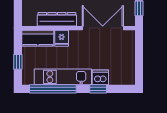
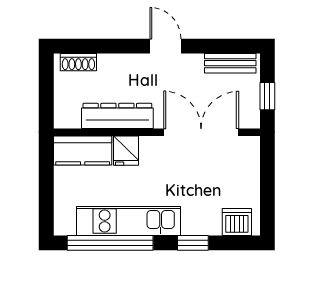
window: (18, 62) -> (46, 194), removed
dishwasher: (100, 77) -> (237, 222), moved

